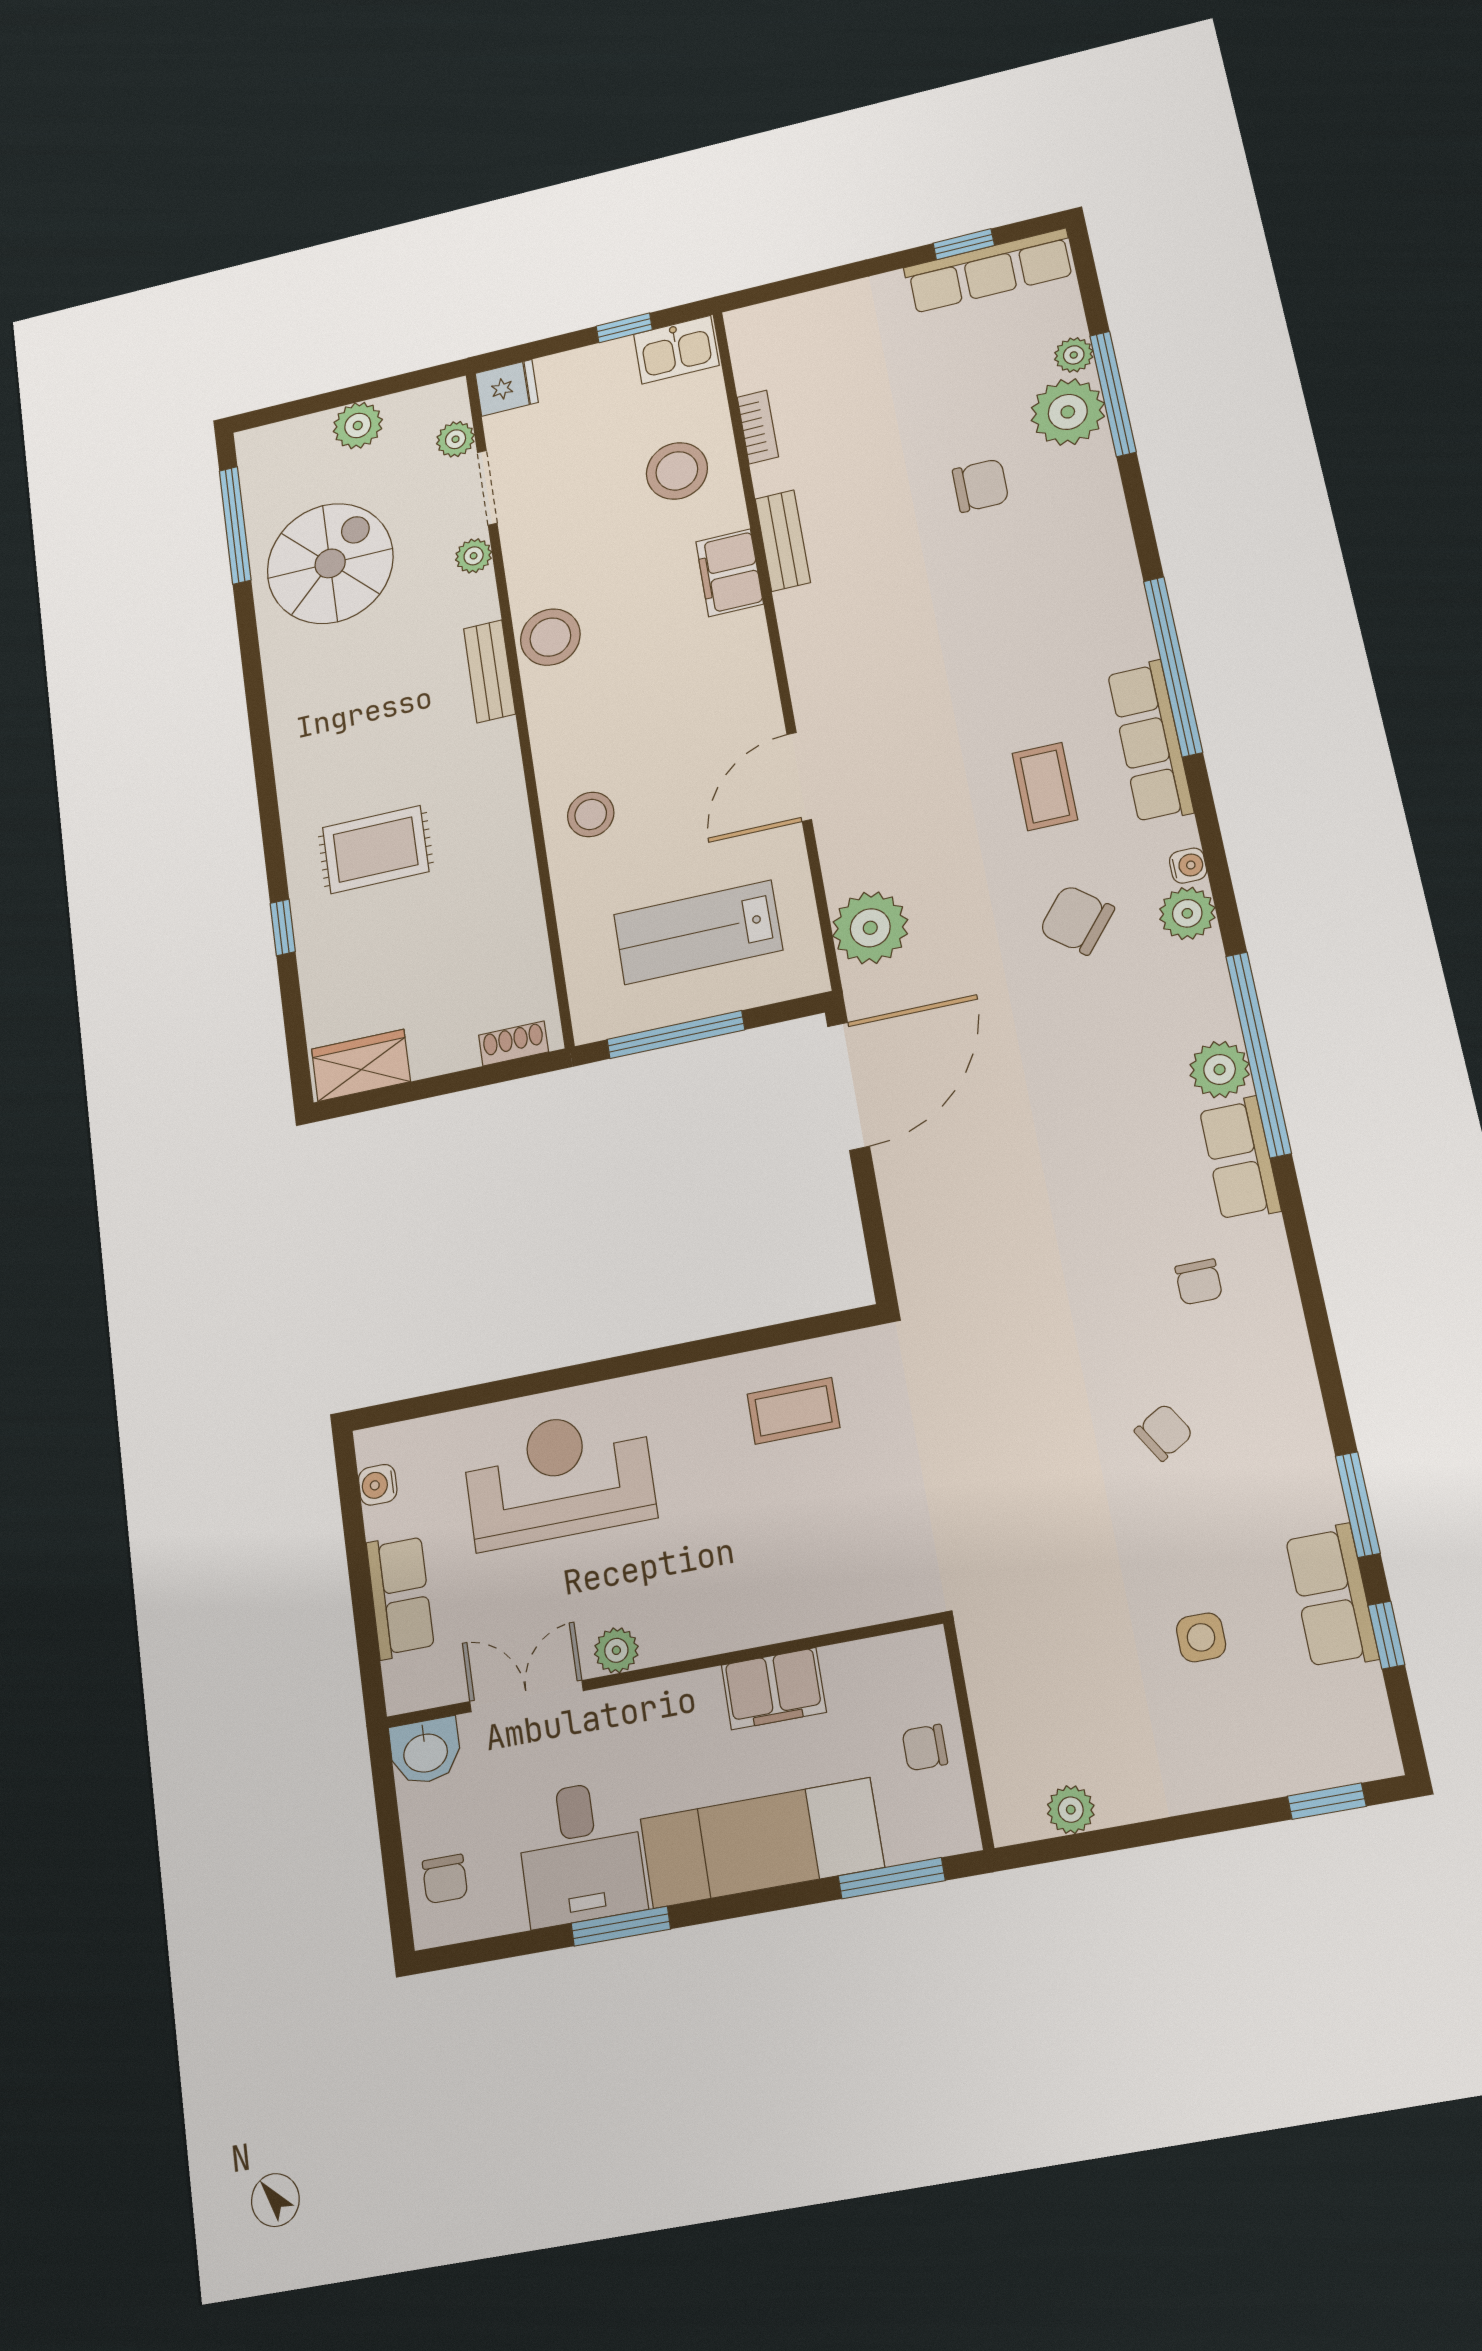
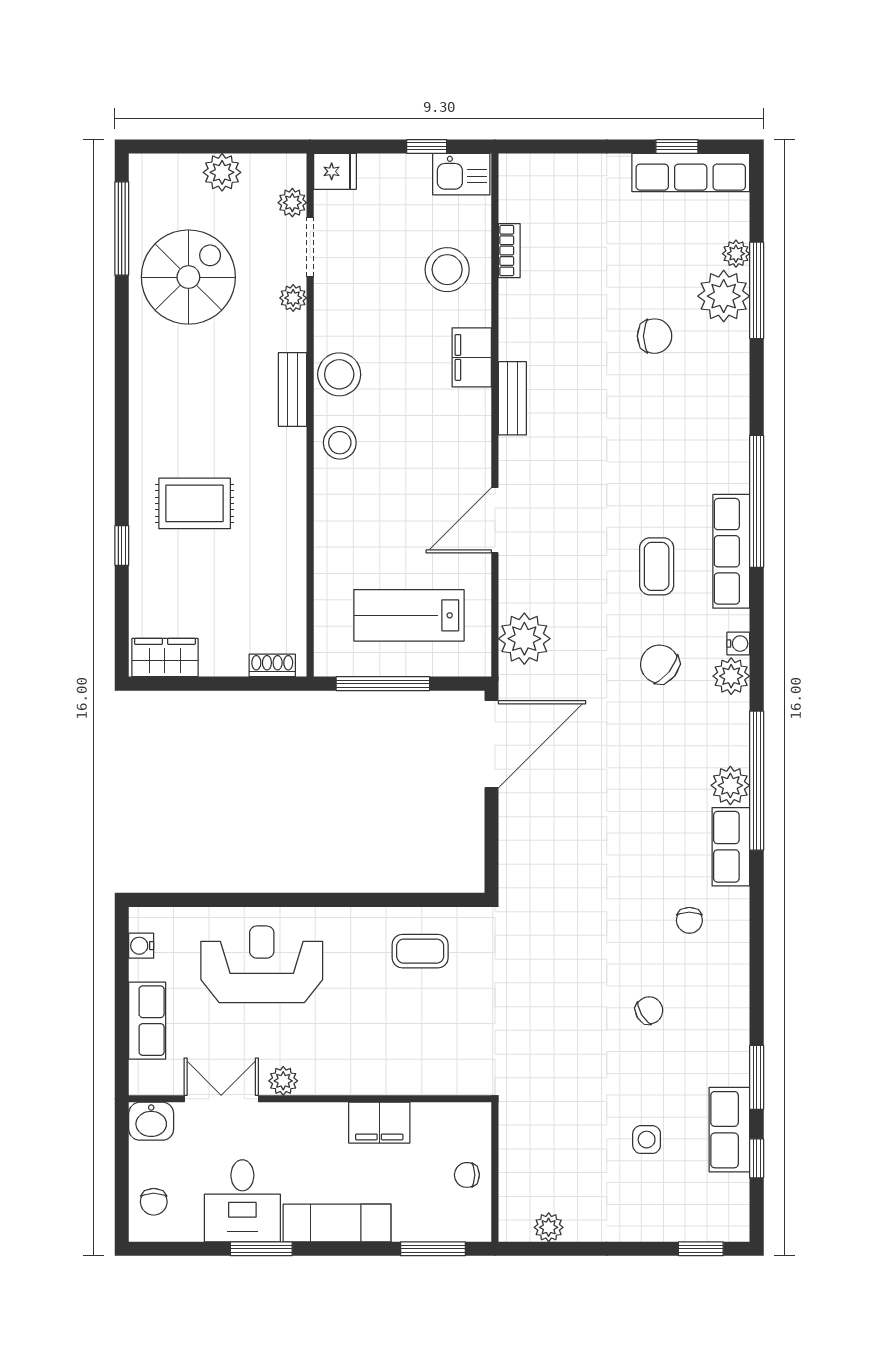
bench: (783, 541) -> (512, 398), moved
stool: (591, 814) -> (340, 443), moved
exam couch: (762, 1843) -> (337, 1223), width x0.73, depth x0.69

